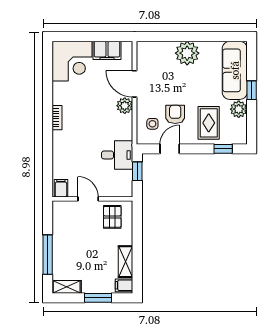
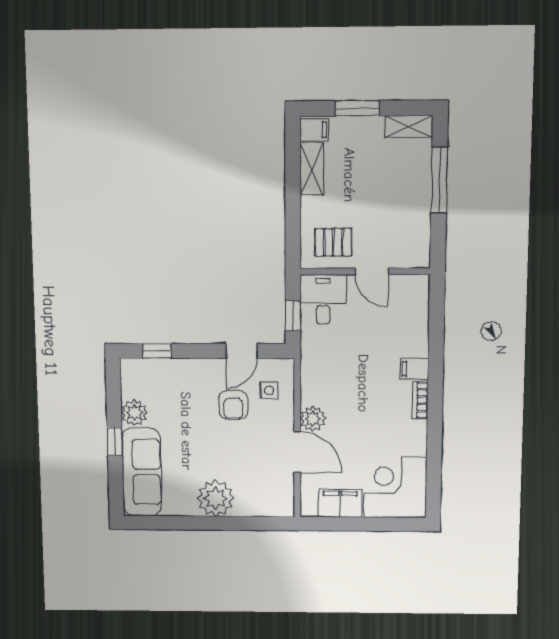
rug: (209, 123) -> (181, 392), removed
desk: (117, 155) -> (323, 299), moved, turned 90
filing cabinet: (61, 188) -> (414, 369), moved, turned 90
pallet: (112, 217) -> (333, 242), turned 90

